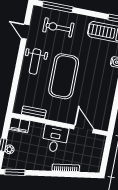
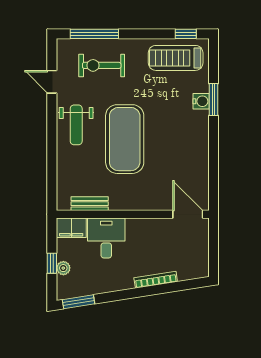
door: (84, 129) -> (188, 214), moved
desk: (55, 139) -> (106, 238), moved

